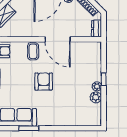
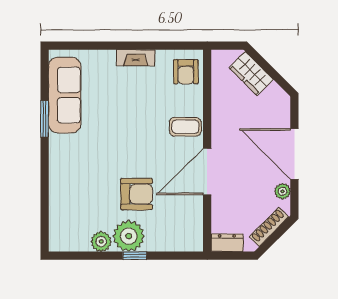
armchair: (44, 82) -> (137, 194), moved
plant: (97, 86) -> (129, 236), width x1.88, depth x1.88

